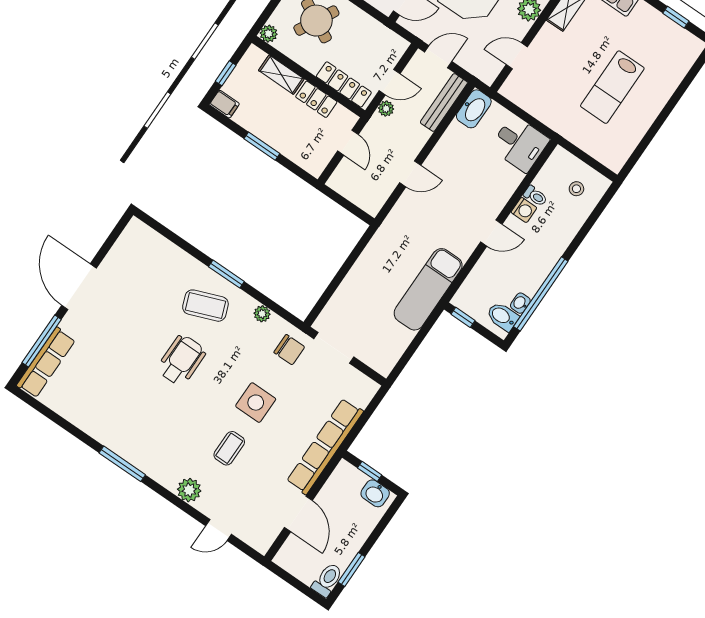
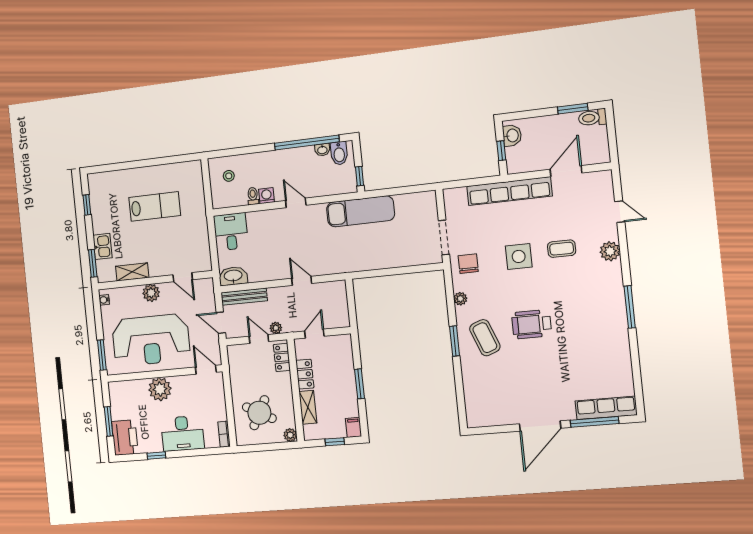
locker: (344, 84) -> (282, 357), width x0.66

